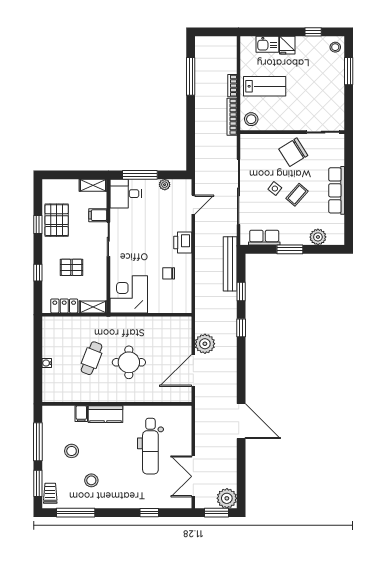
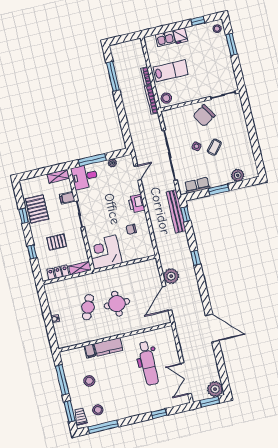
row of seats: (337, 190) -> (244, 137), removed
window: (241, 291) -> (185, 214), moved
stool: (91, 480) -> (98, 410), moved

